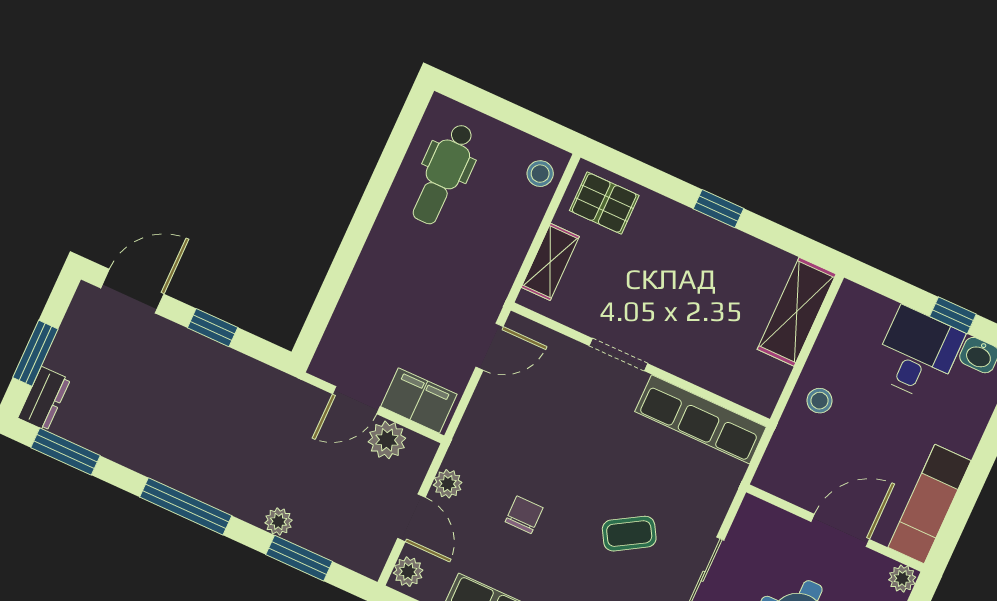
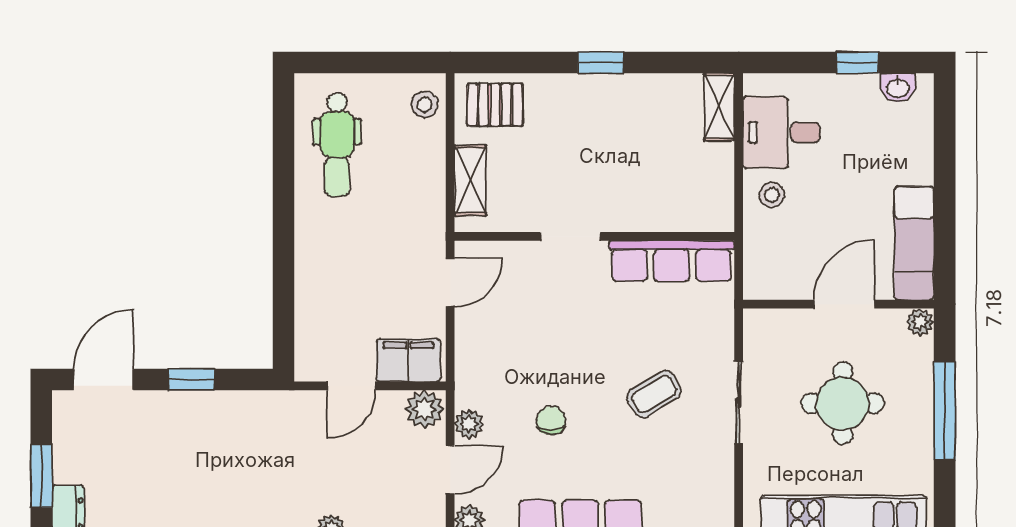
shelving: (797, 312) -> (719, 107), width x0.67, depth x0.75
desk: (918, 354) -> (782, 132), moved, turned -90
plant: (387, 440) -> (424, 409), moved
door: (411, 518) -> (450, 470), hinge flipped

